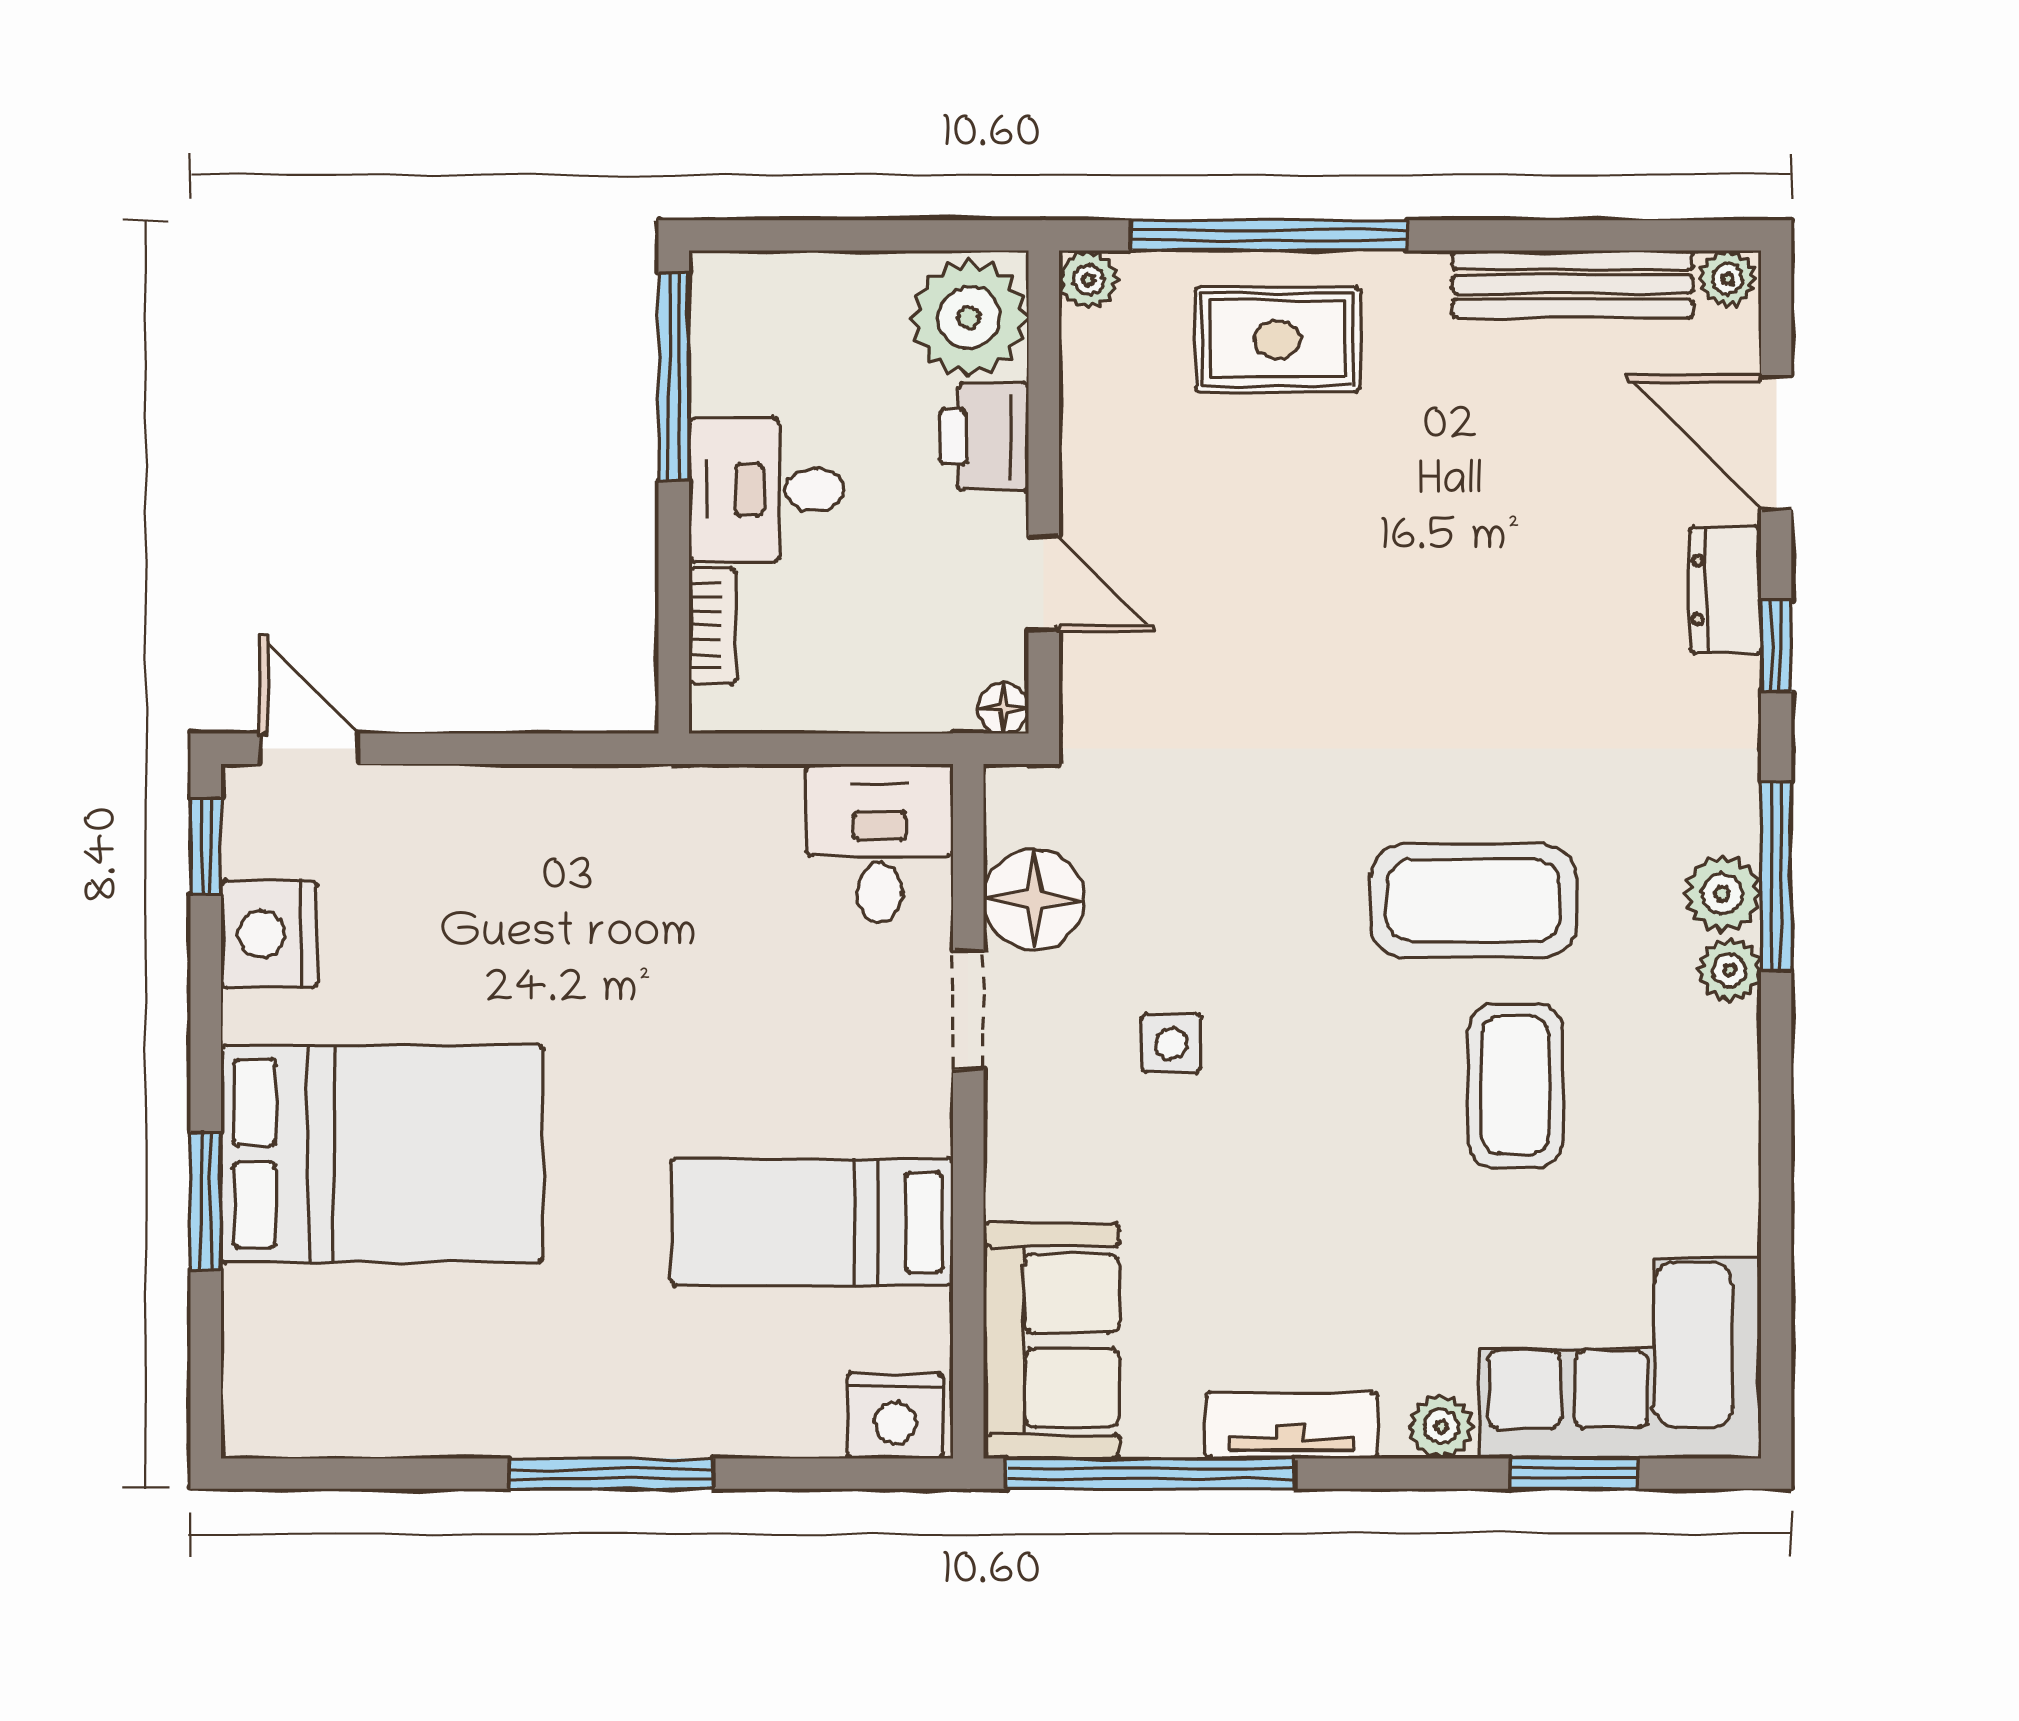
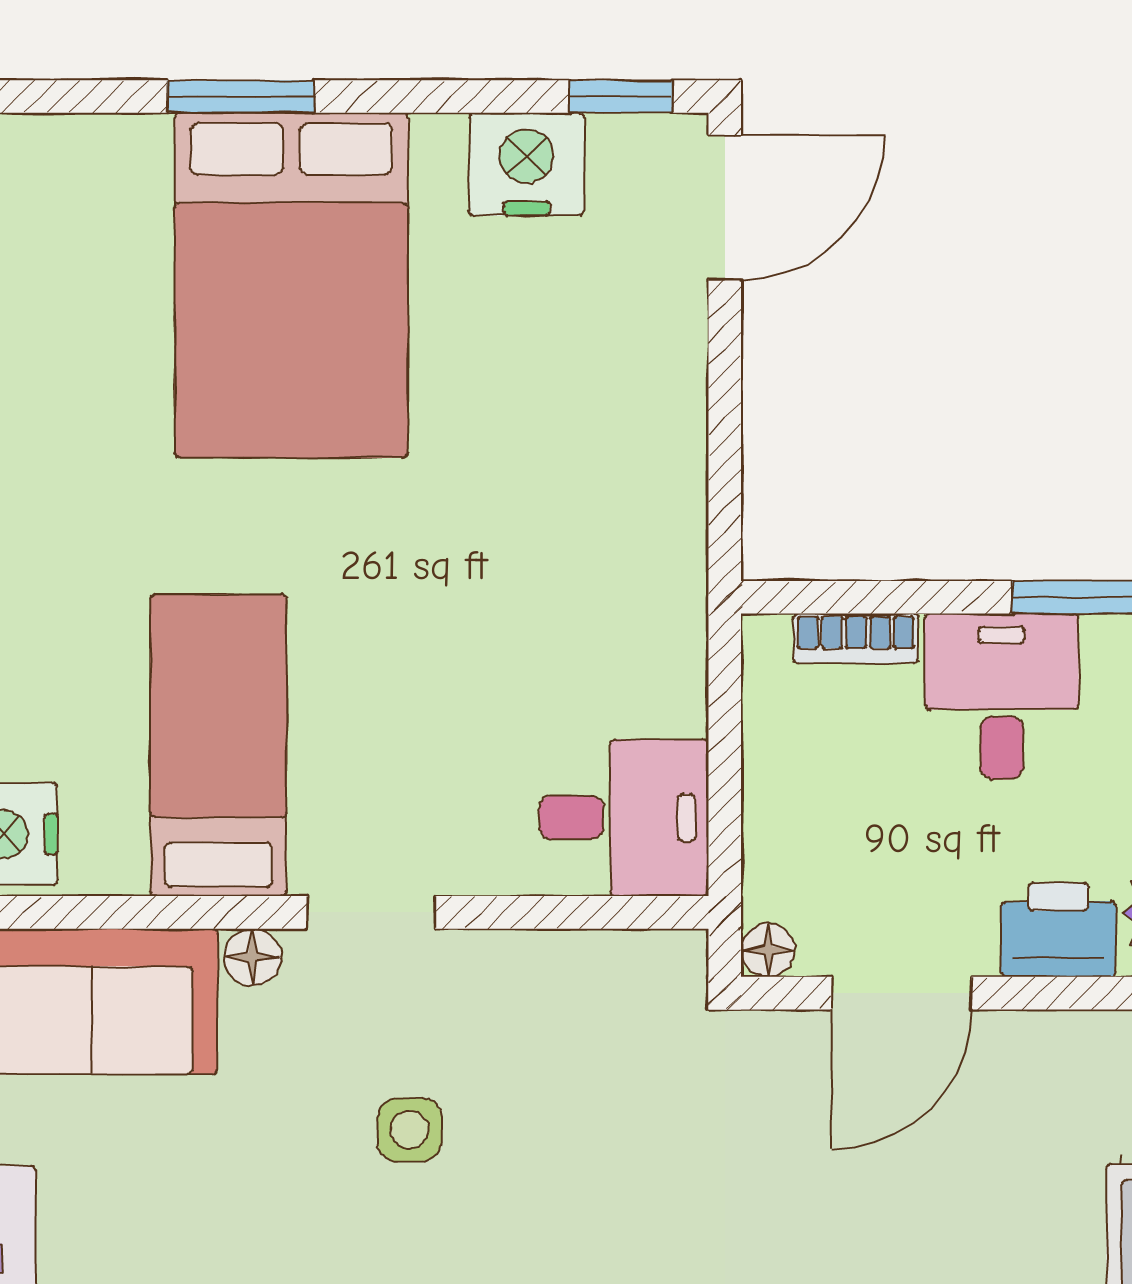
door: (1044, 584) -> (902, 993), width x1.37
door: (309, 749) -> (725, 207), width x1.38
floor lamp: (1034, 899) -> (253, 957), moved, width x0.53, depth x0.53
doorway: (968, 1010) -> (372, 912), moved

